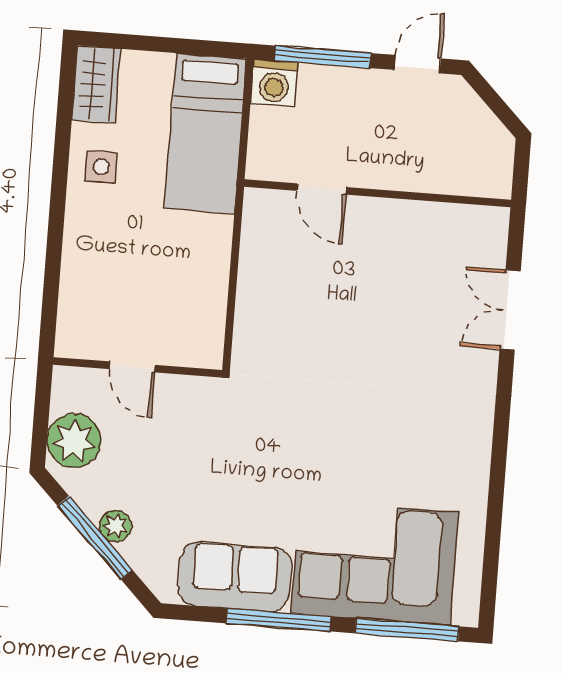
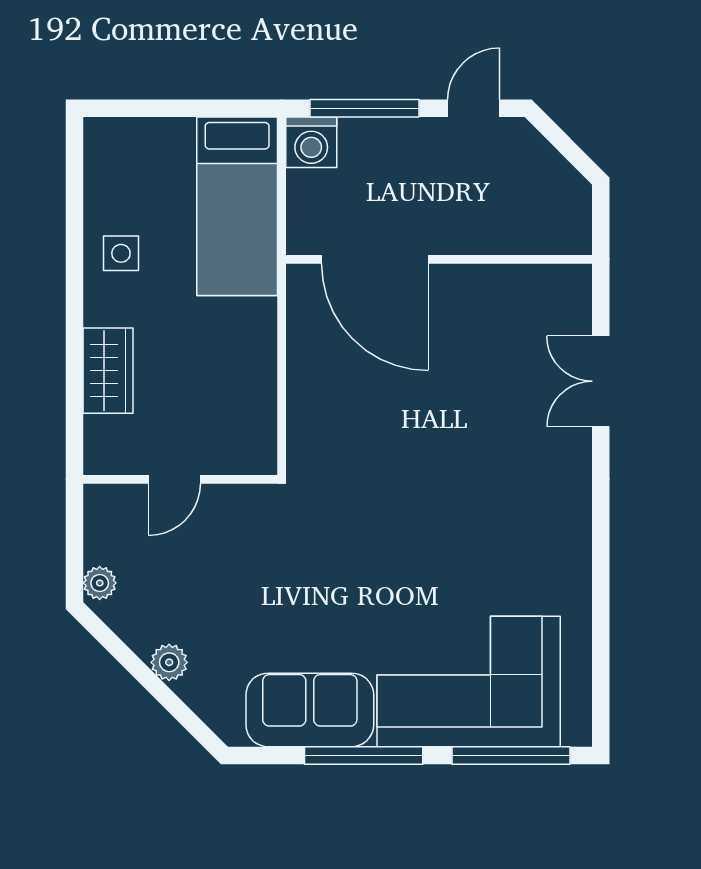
wardrobe: (96, 84) -> (108, 371), moved
door: (322, 189) -> (375, 259), width x1.88
door: (132, 367) -> (174, 479), hinge flipped
plant: (74, 441) -> (100, 583), width x0.53, depth x0.53
window: (95, 538) -> (147, 678), removed

